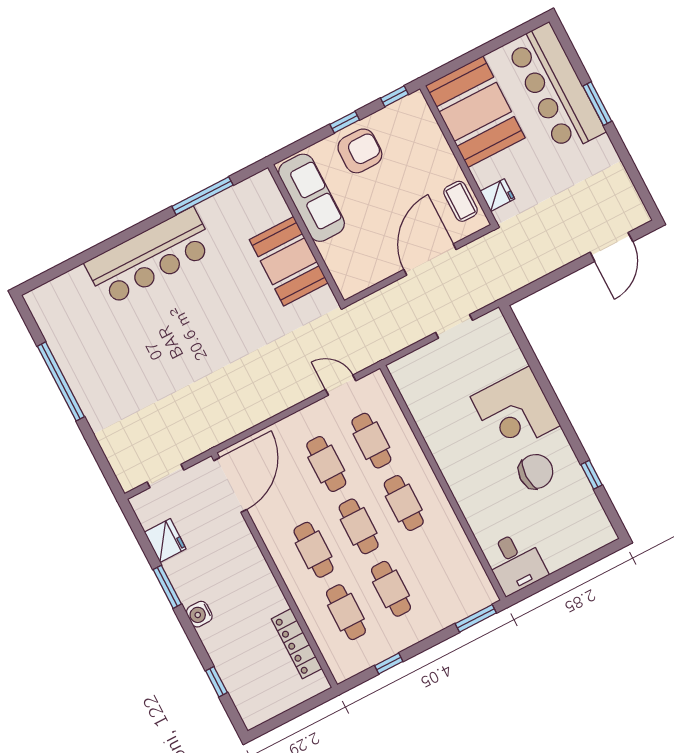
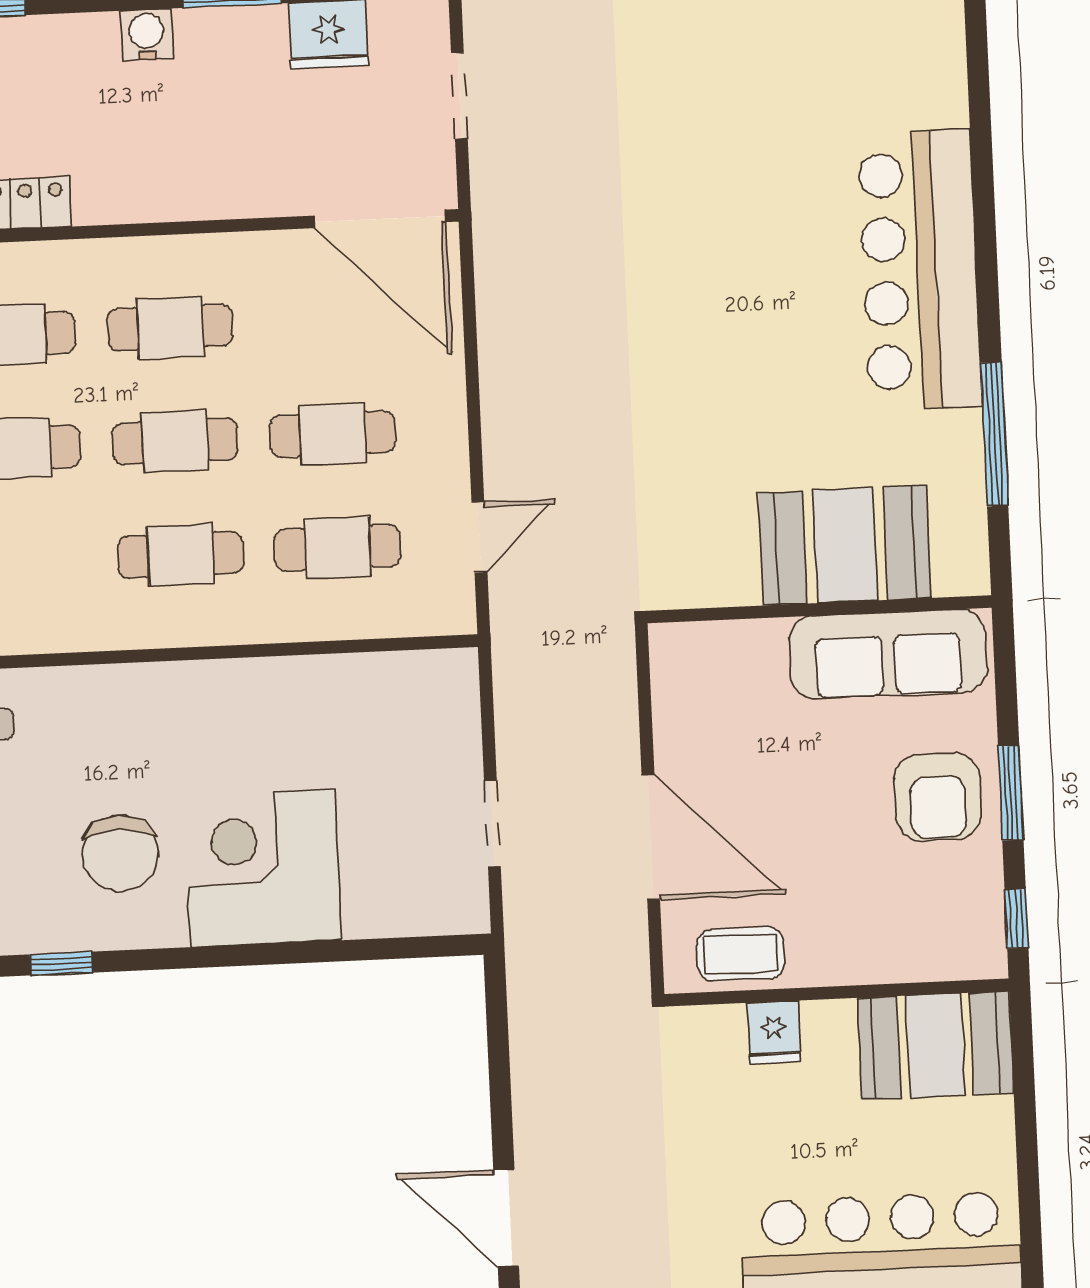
booth: (475, 112) -> (936, 1045), width x0.73, depth x0.70
window: (345, 122) -> (1011, 793), width x1.50
fridge: (497, 195) -> (774, 1032), moved
booth: (289, 261) -> (845, 545), moved

